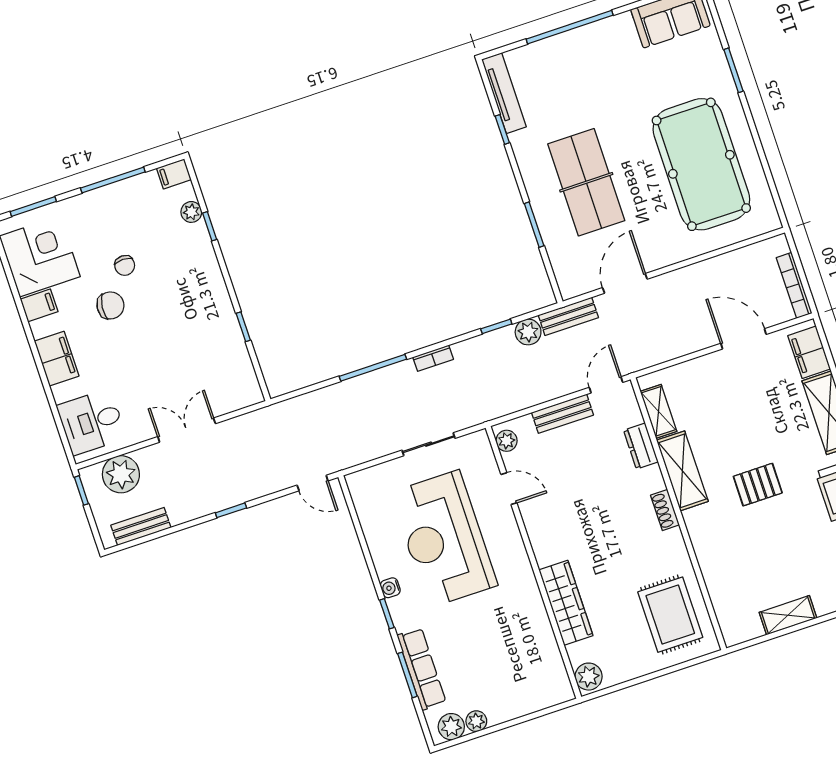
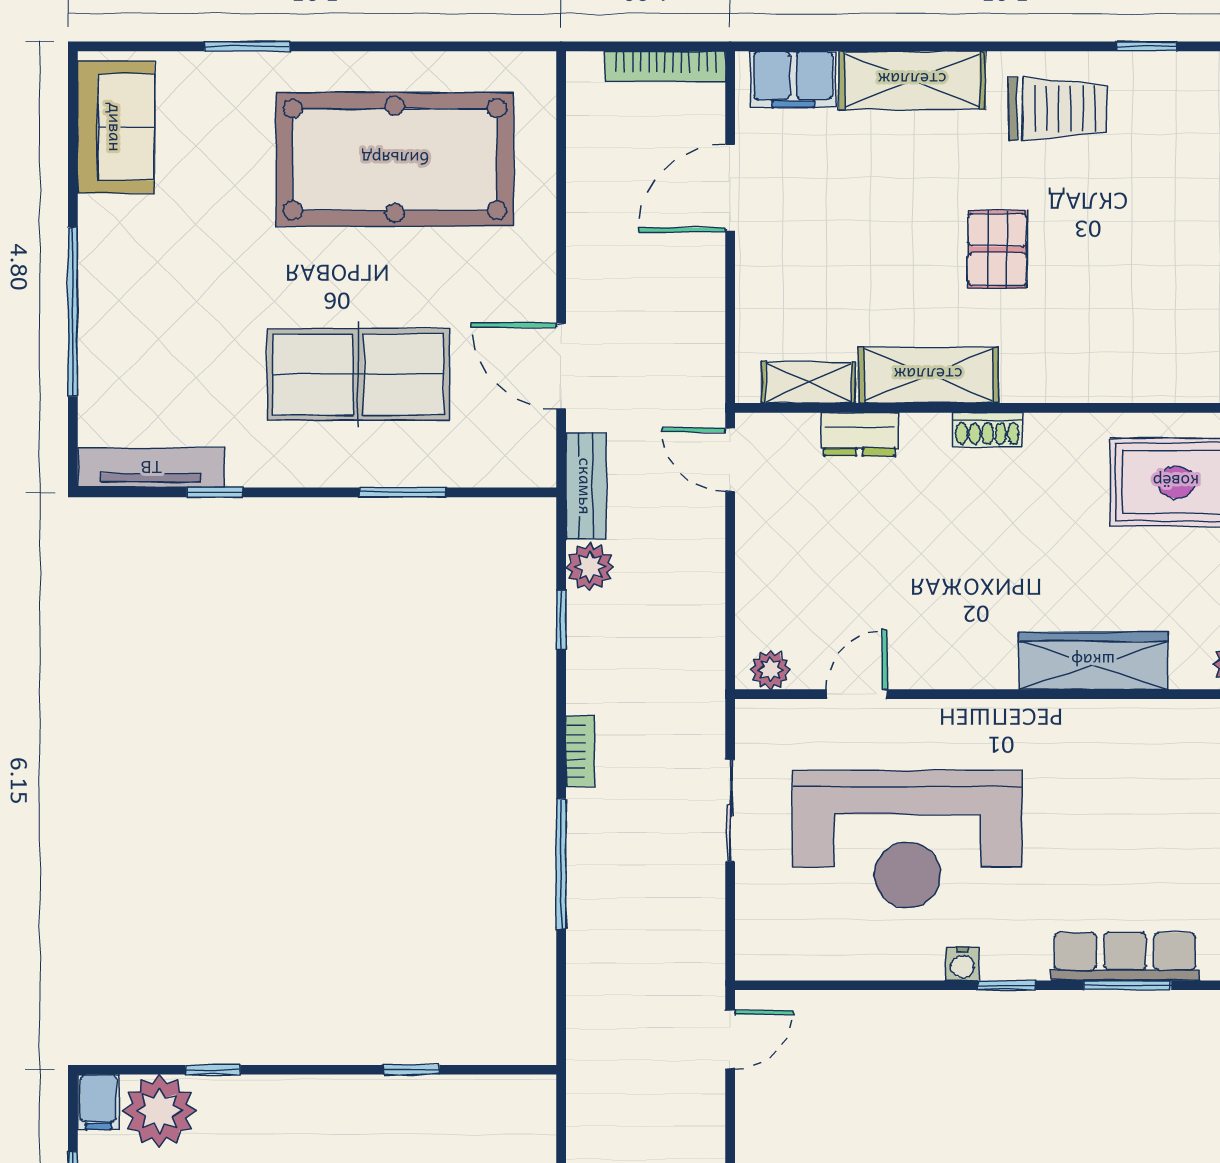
plant: (191, 212) -> (159, 1111), width x1.87, depth x1.87
bench: (563, 414) -> (756, 554), removed

